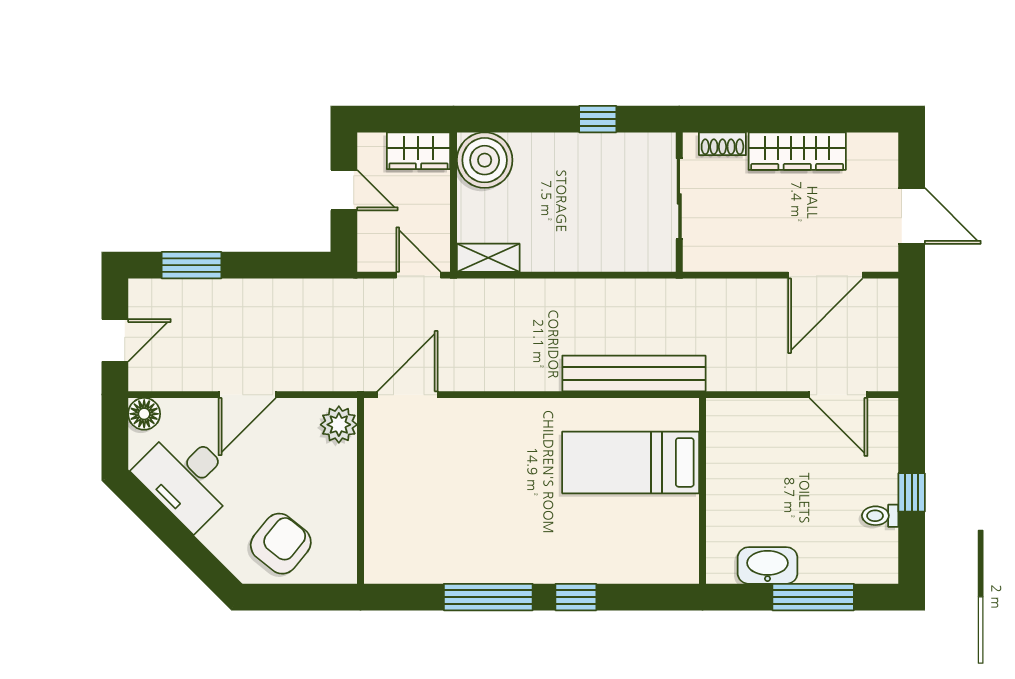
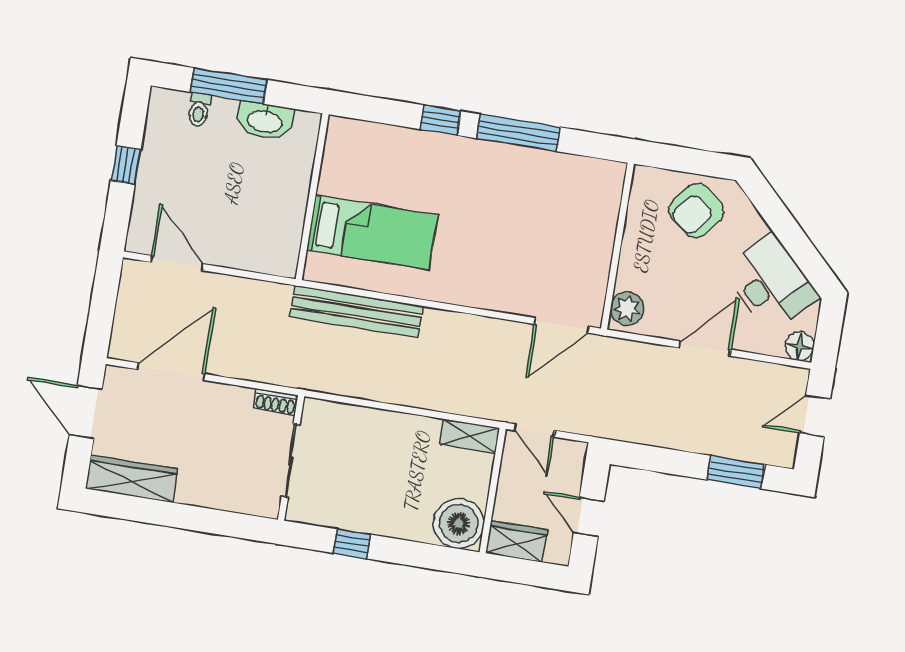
shoe rack: (722, 144) -> (276, 402), moved, turned 180
wardrobe: (797, 151) -> (132, 479), moved
toilet: (880, 516) -> (199, 110), moved, turned 90

